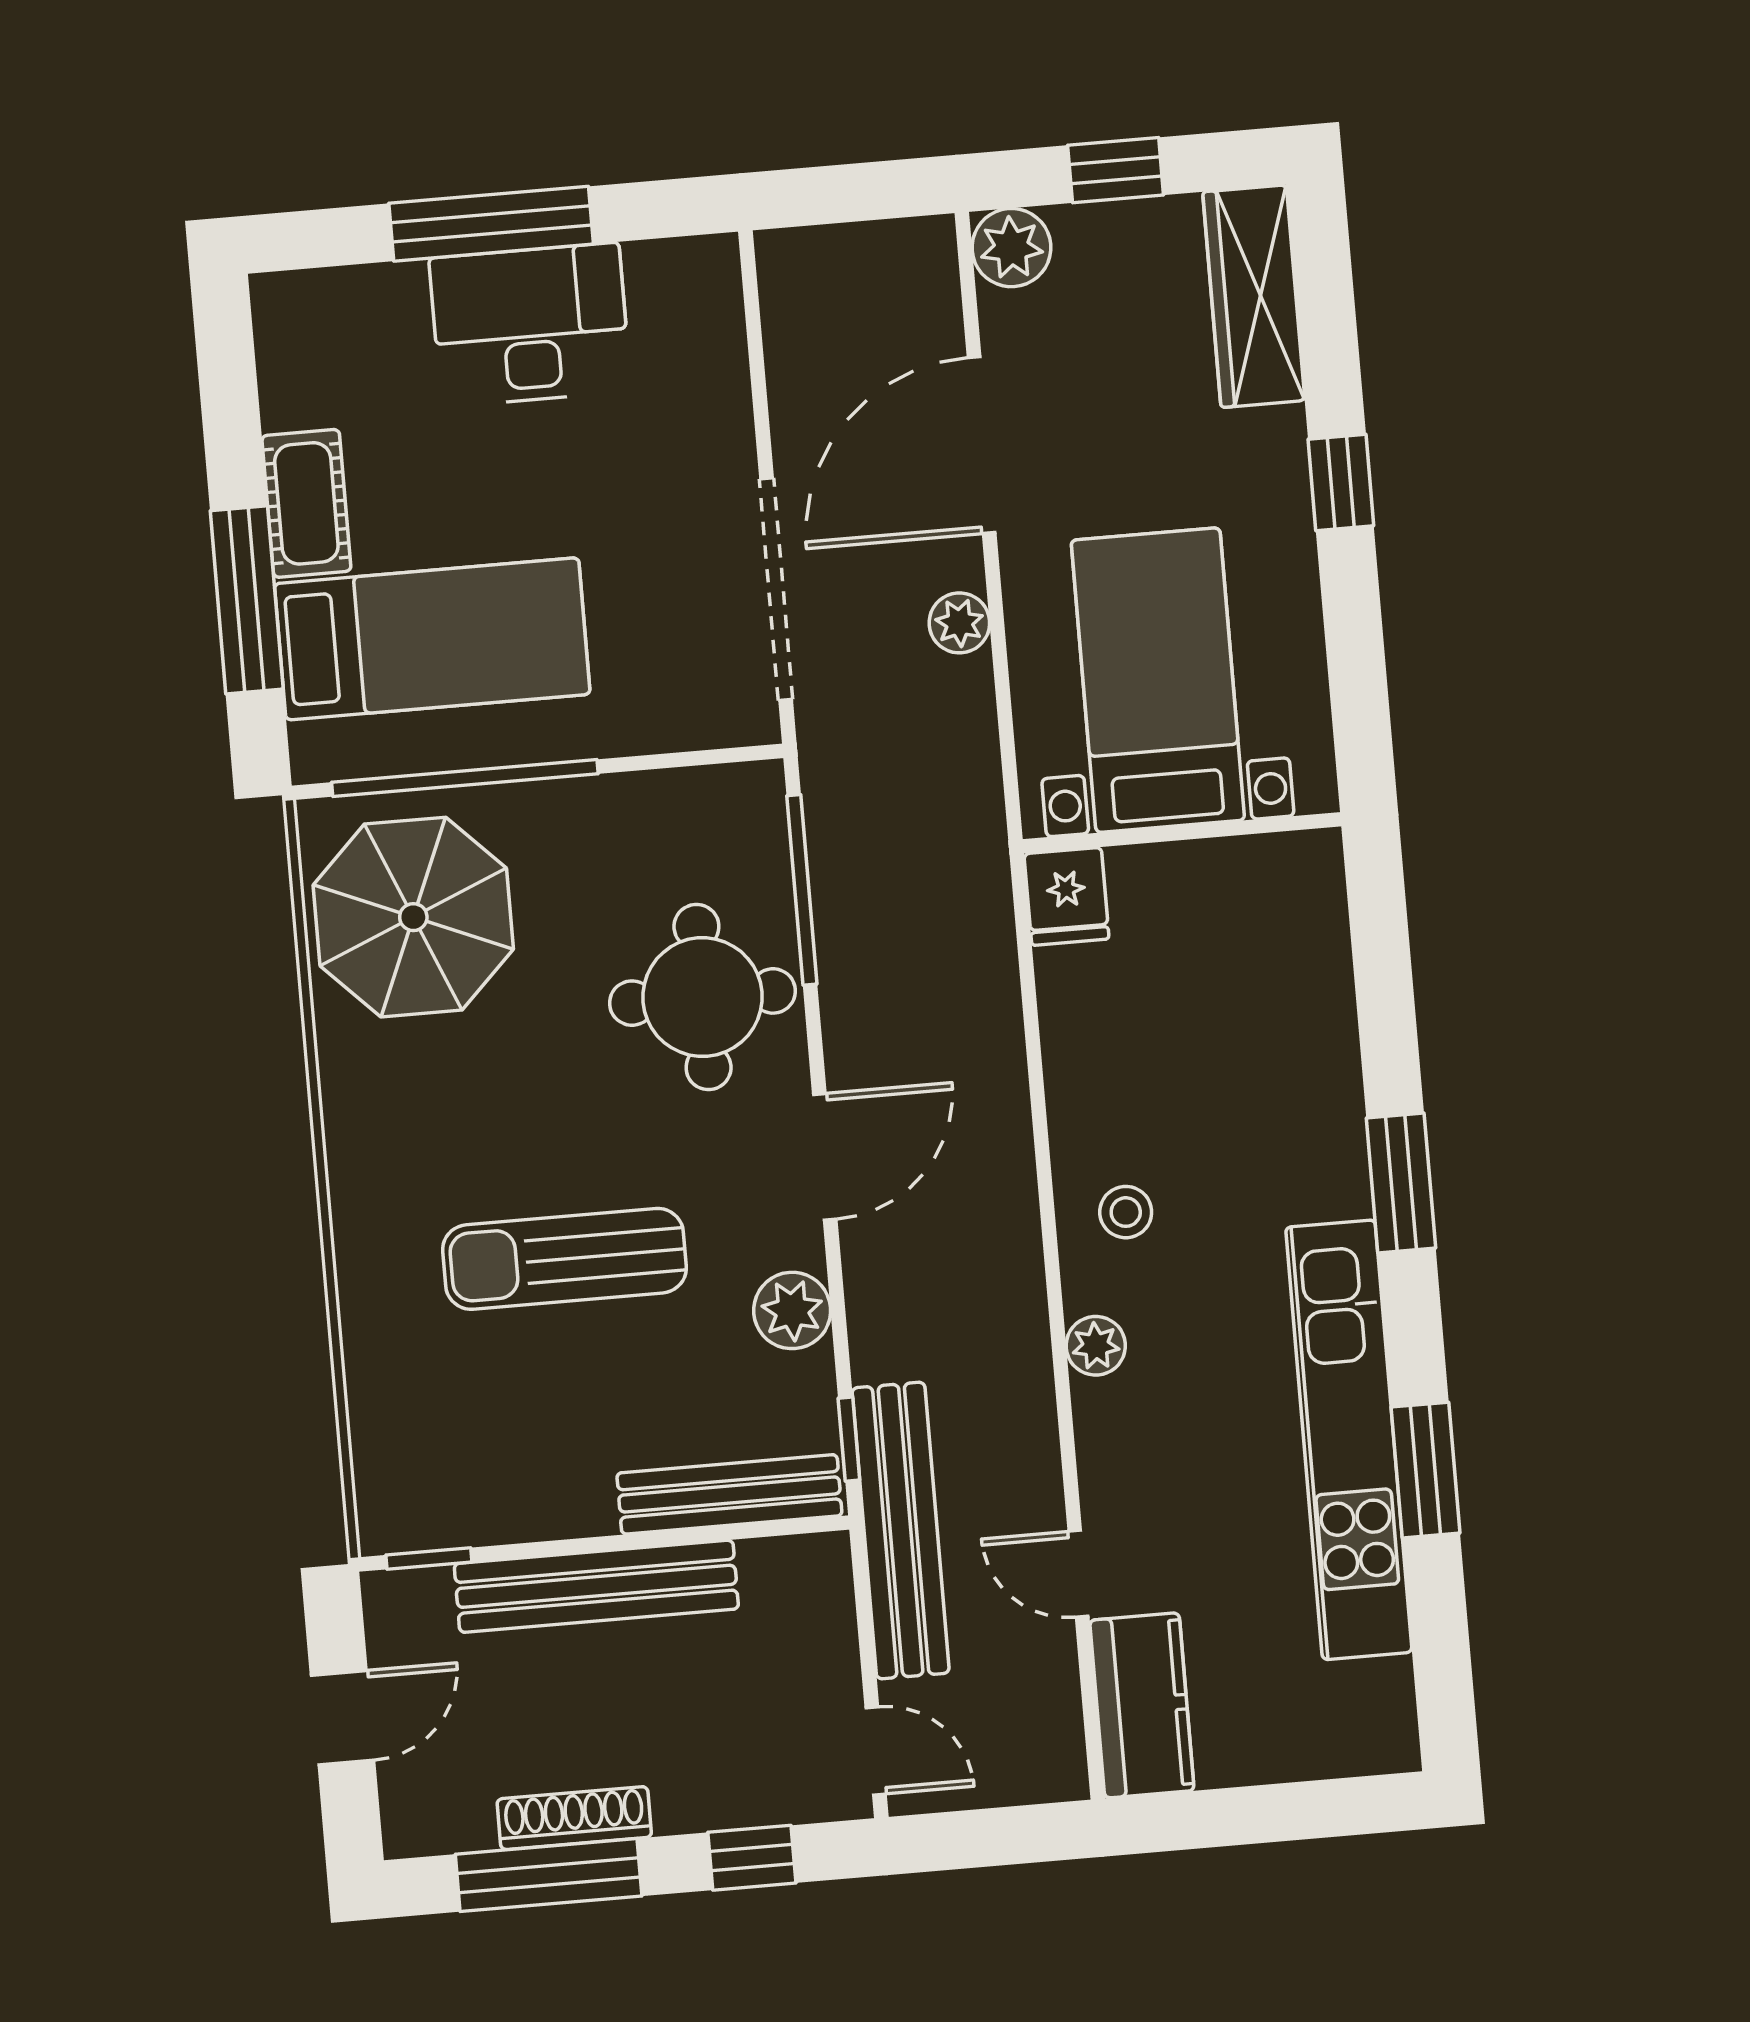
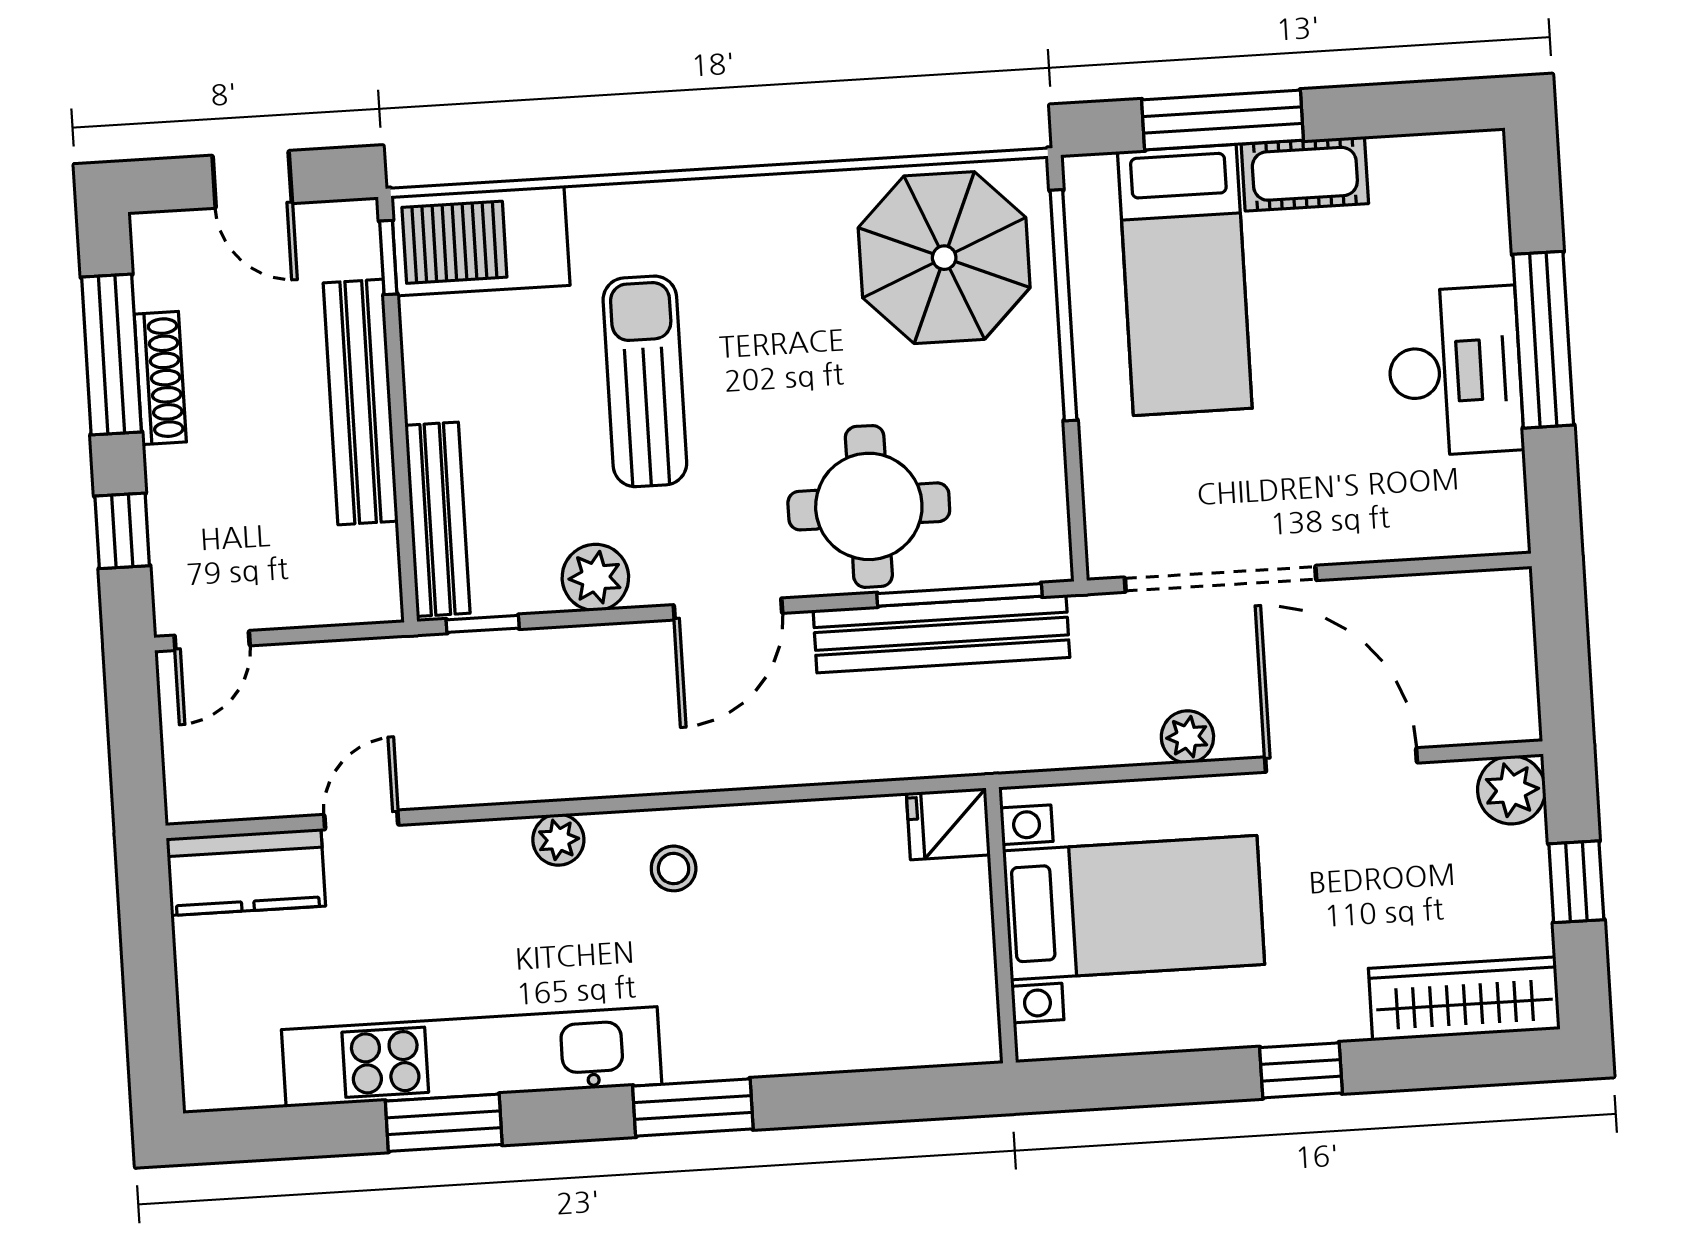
door: (825, 1157) -> (728, 609), hinge flipped
barbecue: (407, 1453) -> (480, 241), added
bench: (901, 1531) -> (941, 634), moved

